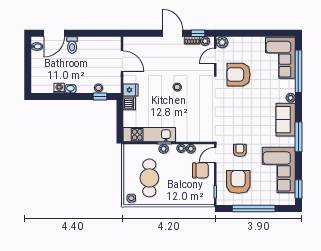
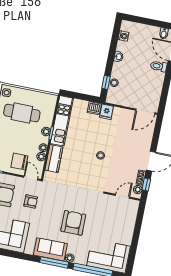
plant: (222, 42) -> (134, 205), removed
door: (215, 56) -> (122, 196), hinge flipped
door: (122, 61) -> (145, 112), moved
armchair: (239, 75) -> (73, 223), moved
washing machine: (59, 88) -> (123, 36), moved
kitchen counter: (190, 135) -> (54, 159), added
window: (298, 137) -> (54, 262), moved
chair: (200, 170) -> (19, 162), turned 90

